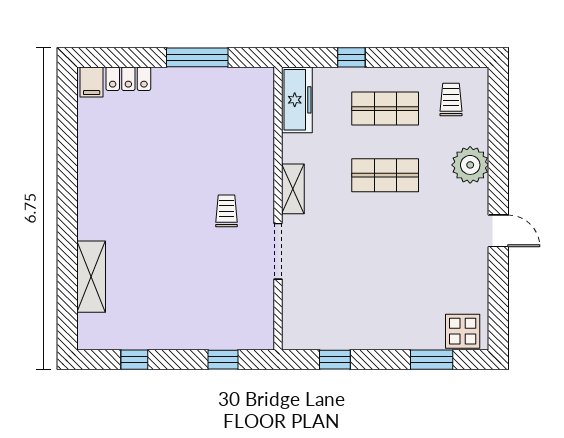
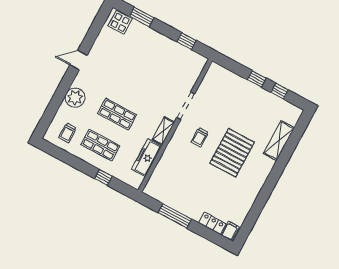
freezer: (297, 100) -> (147, 158), moved
pallet: (159, 214) -> (232, 153), added
door: (498, 231) -> (78, 60), hinge flipped
window: (223, 360) -> (257, 79), moved

